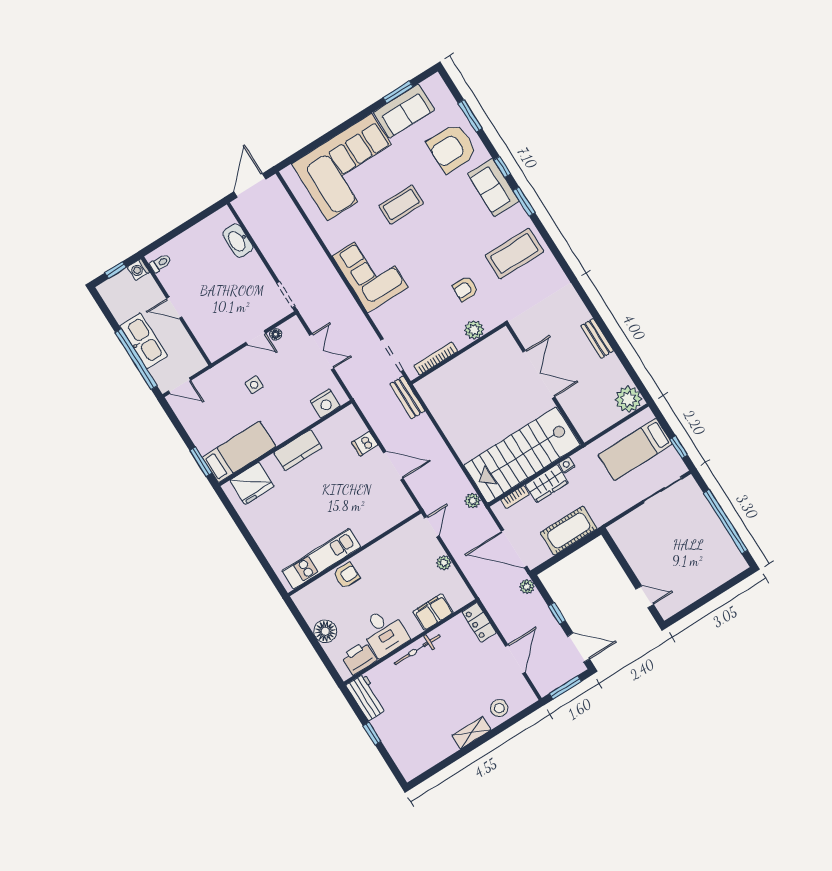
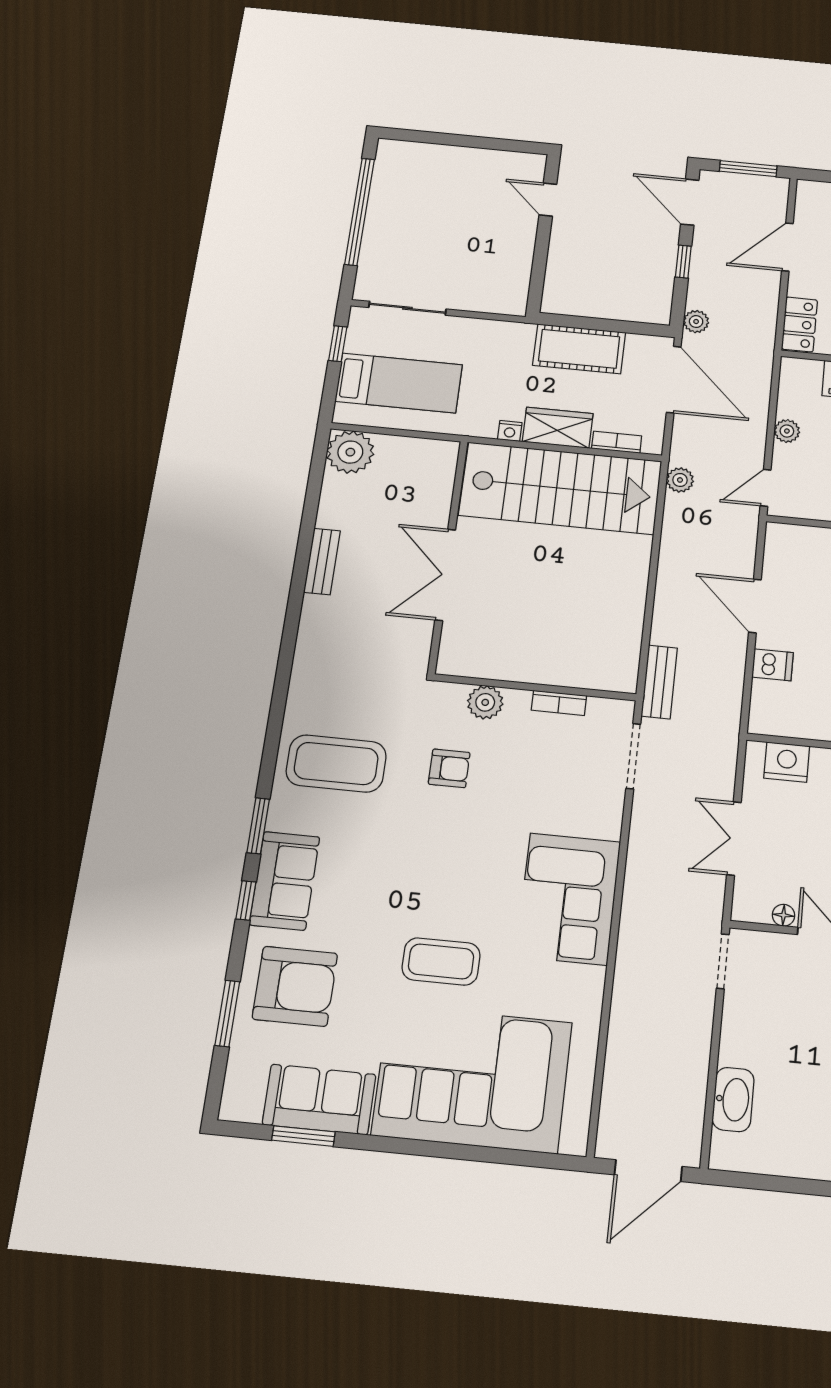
bookcase: (436, 359) -> (559, 703), width x0.64

